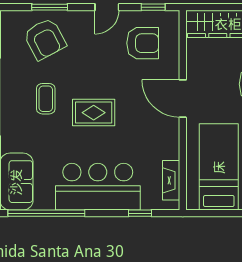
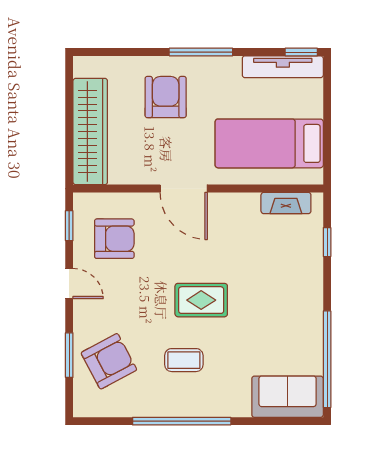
armchair: (143, 43) -> (114, 239), turned 90
door: (183, 99) -> (184, 189), hinge flipped
rug: (94, 113) -> (201, 300), turned 90
bar counter: (98, 187) -> (294, 295), removed

